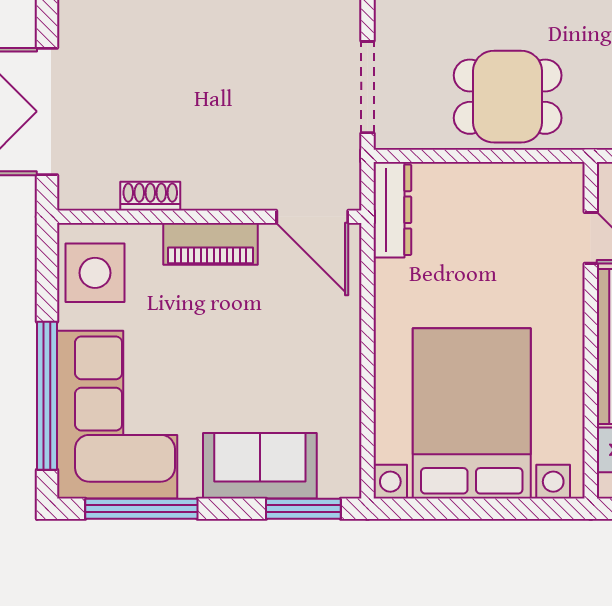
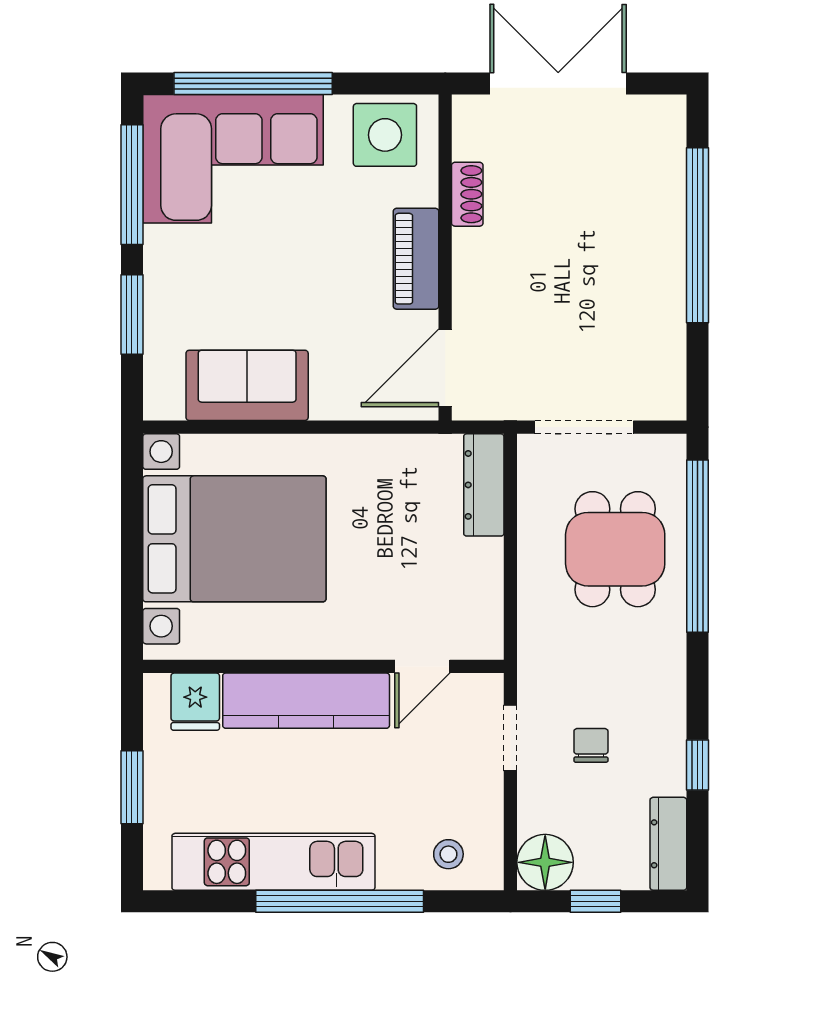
dining table: (508, 97) -> (615, 549), moved
dresser: (392, 210) -> (484, 485), moved, turned 90
sofa: (260, 466) -> (247, 385), moved, turned -90
window: (303, 509) -> (132, 315), moved

